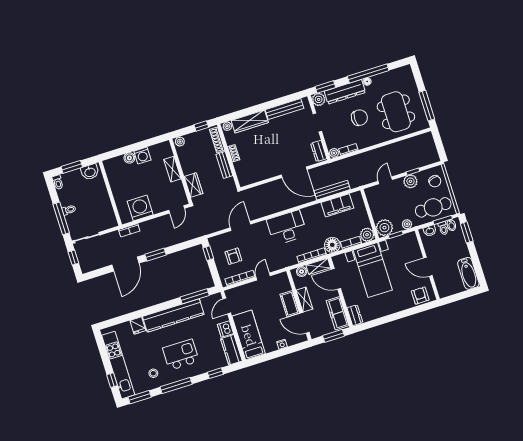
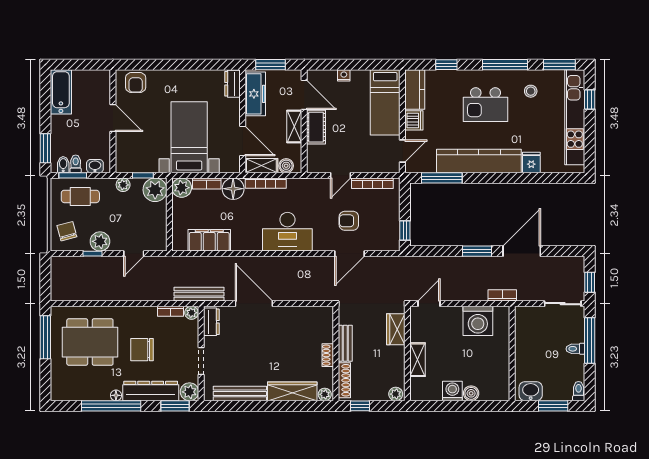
dining table: (396, 112) -> (90, 342), turned 90
bench: (332, 190) -> (199, 294), moved
cafe table: (433, 207) -> (80, 196), width x0.73, depth x0.74
armchair: (233, 256) -> (349, 221), moved, turned -90

